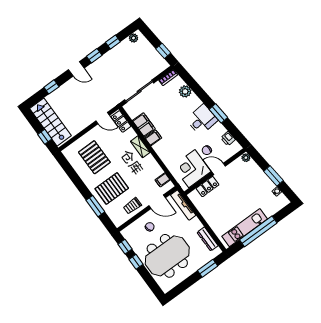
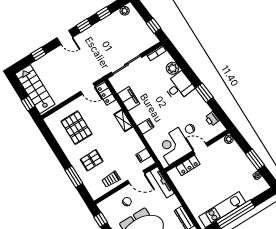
desk: (202, 120) -> (179, 87), moved
filing cabinet: (153, 138) -> (146, 126), moved
pallet: (112, 188) -> (92, 160), width x0.67, depth x0.71

